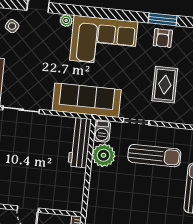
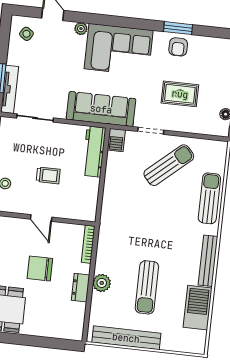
rug: (165, 85) -> (180, 94), turned 90
plant: (103, 155) -> (118, 164), removed
sun lounger: (154, 156) -> (169, 165), turned -41
trolley: (35, 167) -> (48, 175), added

